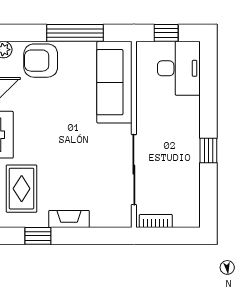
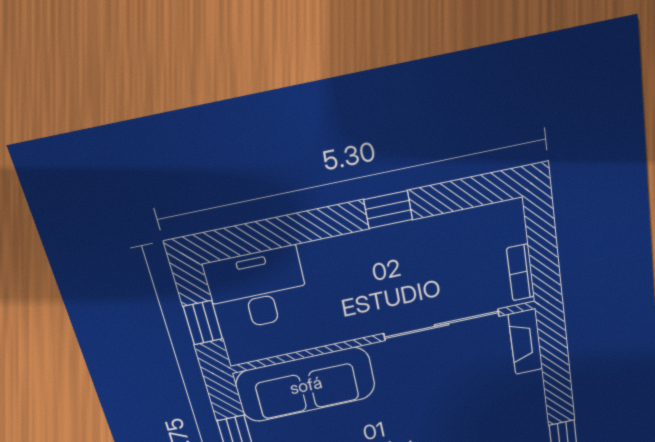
fireplace: (69, 219) -> (526, 342), moved

